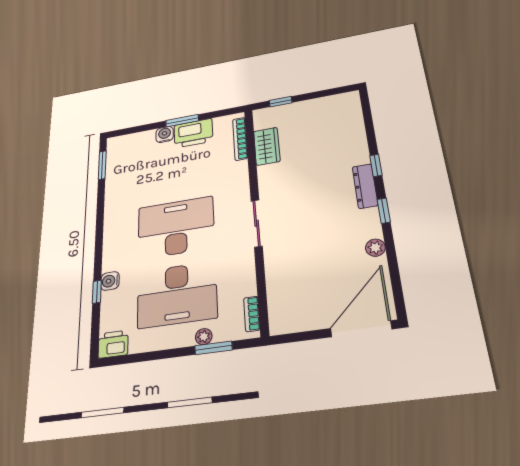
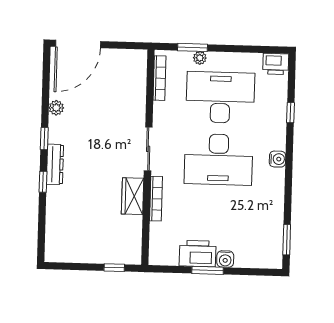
bookcase: (240, 139) -> (156, 199), moved
wardrobe: (267, 146) -> (133, 196), moved
water cooler: (110, 281) -> (278, 159), moved
bookcase: (252, 314) -> (160, 78), width x1.56

